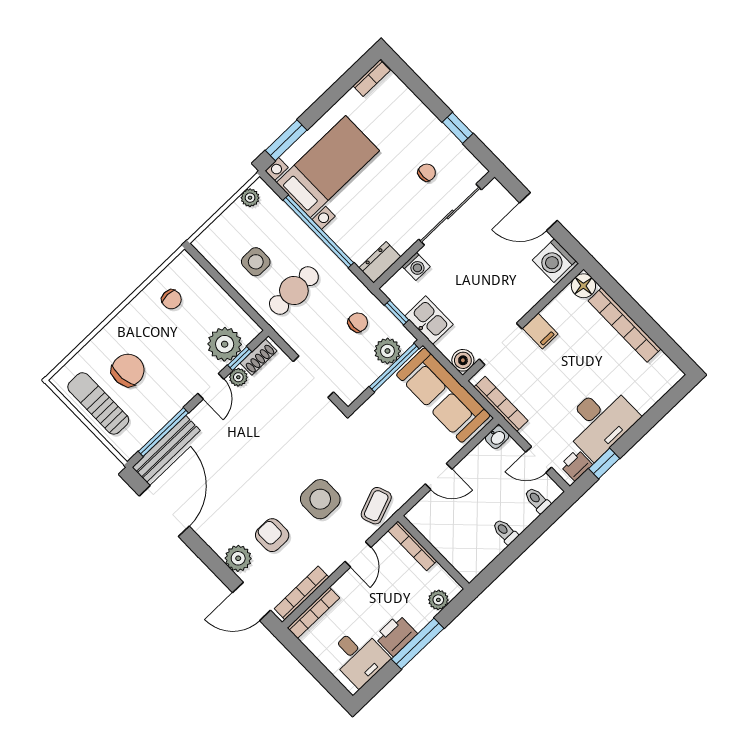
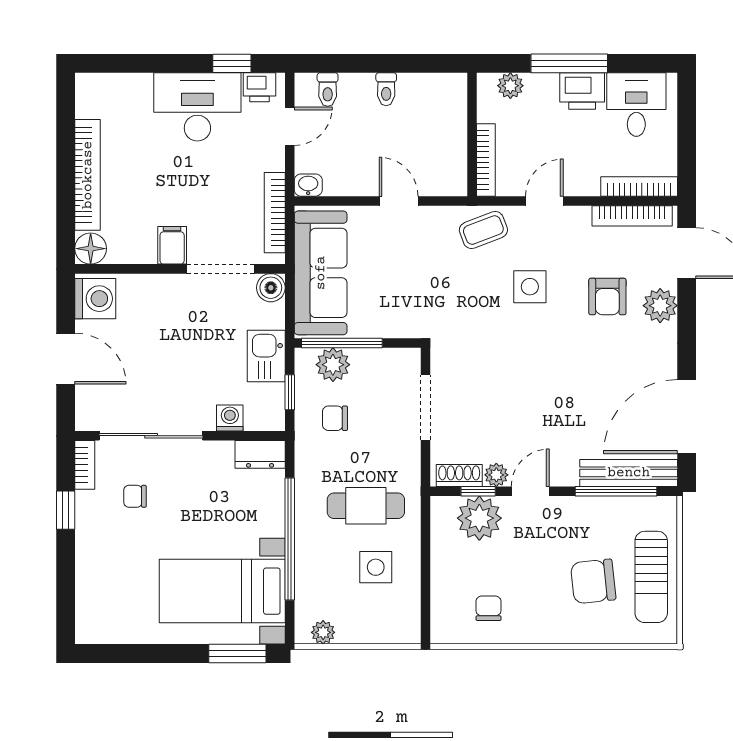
bookcase: (372, 78) -> (85, 465), moved, turned 90
door: (539, 460) -> (290, 126), hinge flipped
side table: (320, 499) -> (530, 287), width x0.73, depth x0.73

